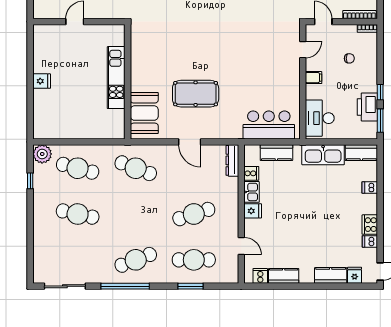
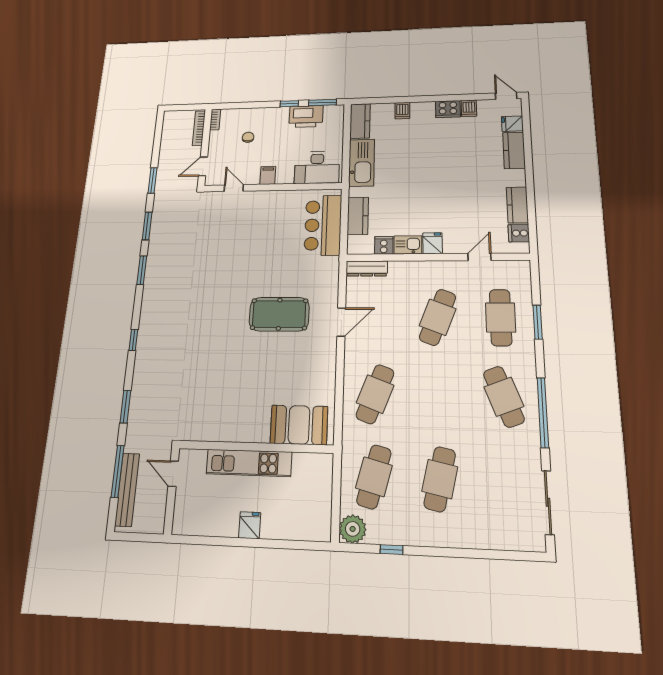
kitchen unit: (116, 78) -> (249, 463), moved
wall: (128, 82) -> (256, 447), moved
pool table: (196, 94) -> (279, 314), turned 90
booth: (144, 113) -> (299, 425), moved
cafe table: (194, 214) -> (438, 317), turned 39

